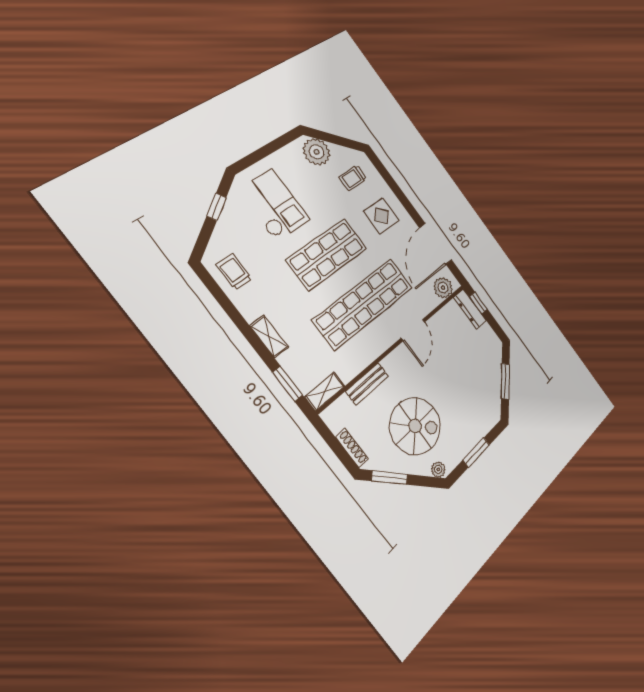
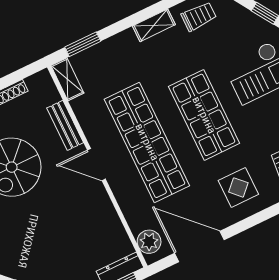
door: (413, 330) -> (96, 165), moved
shelving: (269, 337) -> (154, 25), moved

